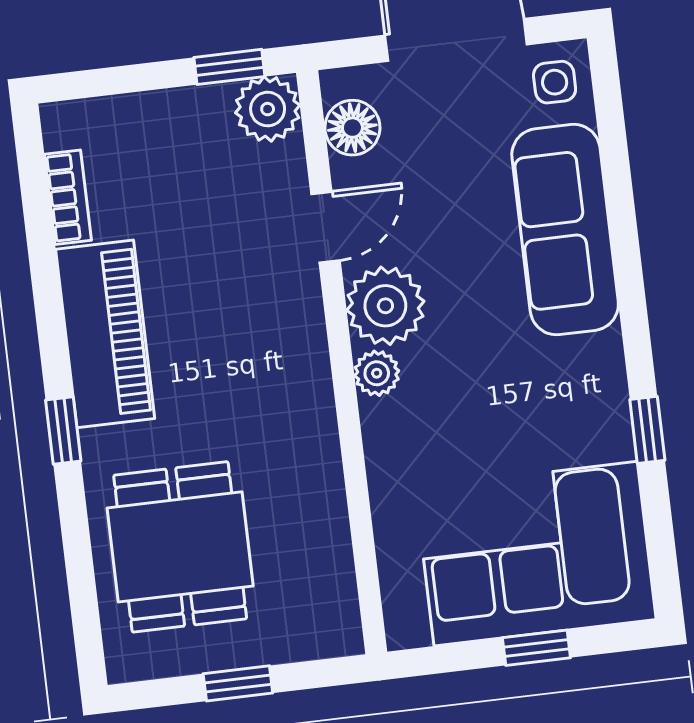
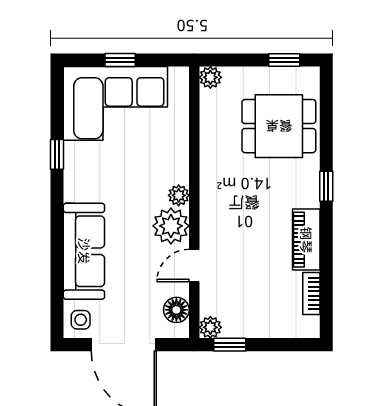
plant: (268, 109) -> (210, 327), width x0.73, depth x0.73
piano: (105, 334) -> (306, 240), width x0.73, depth x0.75
dining table: (180, 547) -> (279, 126), turned 90
plant: (339, 634) -> (210, 77), added
window: (238, 683) -> (284, 60), moved

